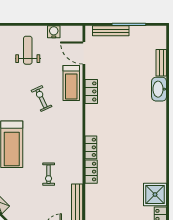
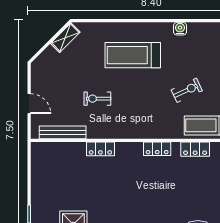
locker: (91, 147) -> (157, 149), moved

